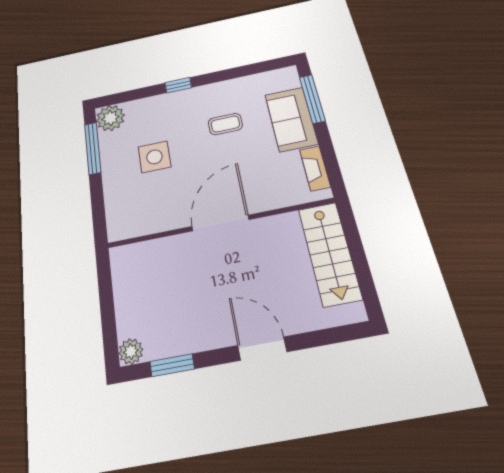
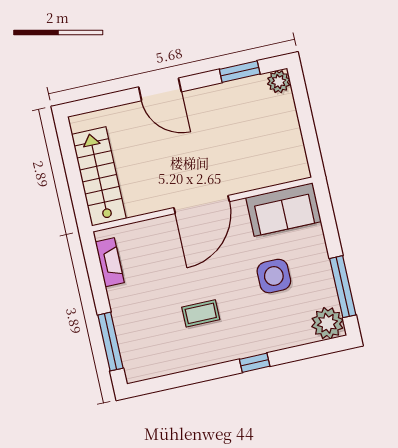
sofa: (291, 119) -> (283, 210), moved, turned 90

